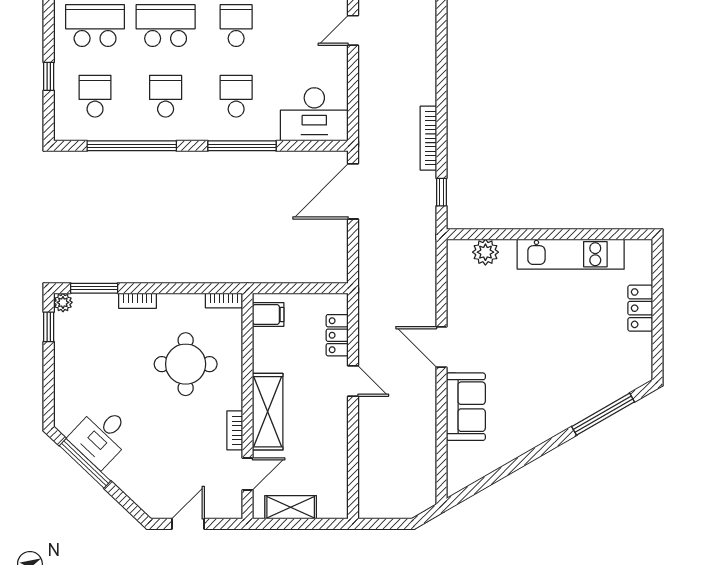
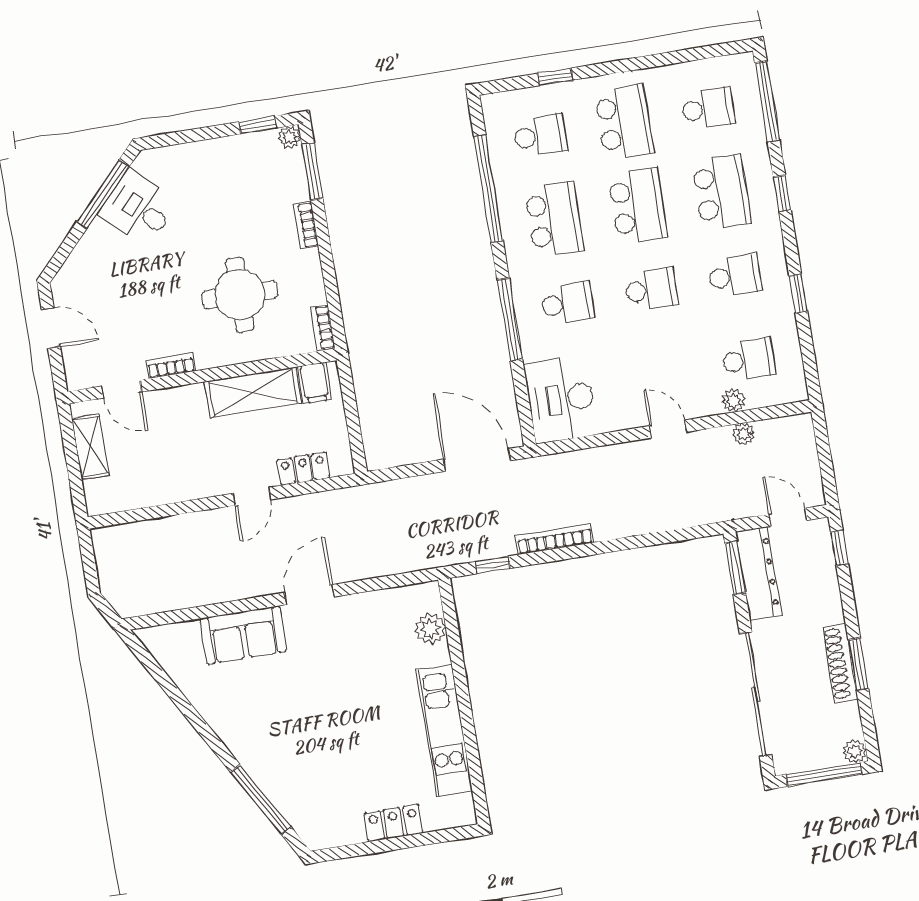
school desk: (166, 96) -> (554, 219), width x1.85
shelving: (268, 412) -> (253, 392), moved

